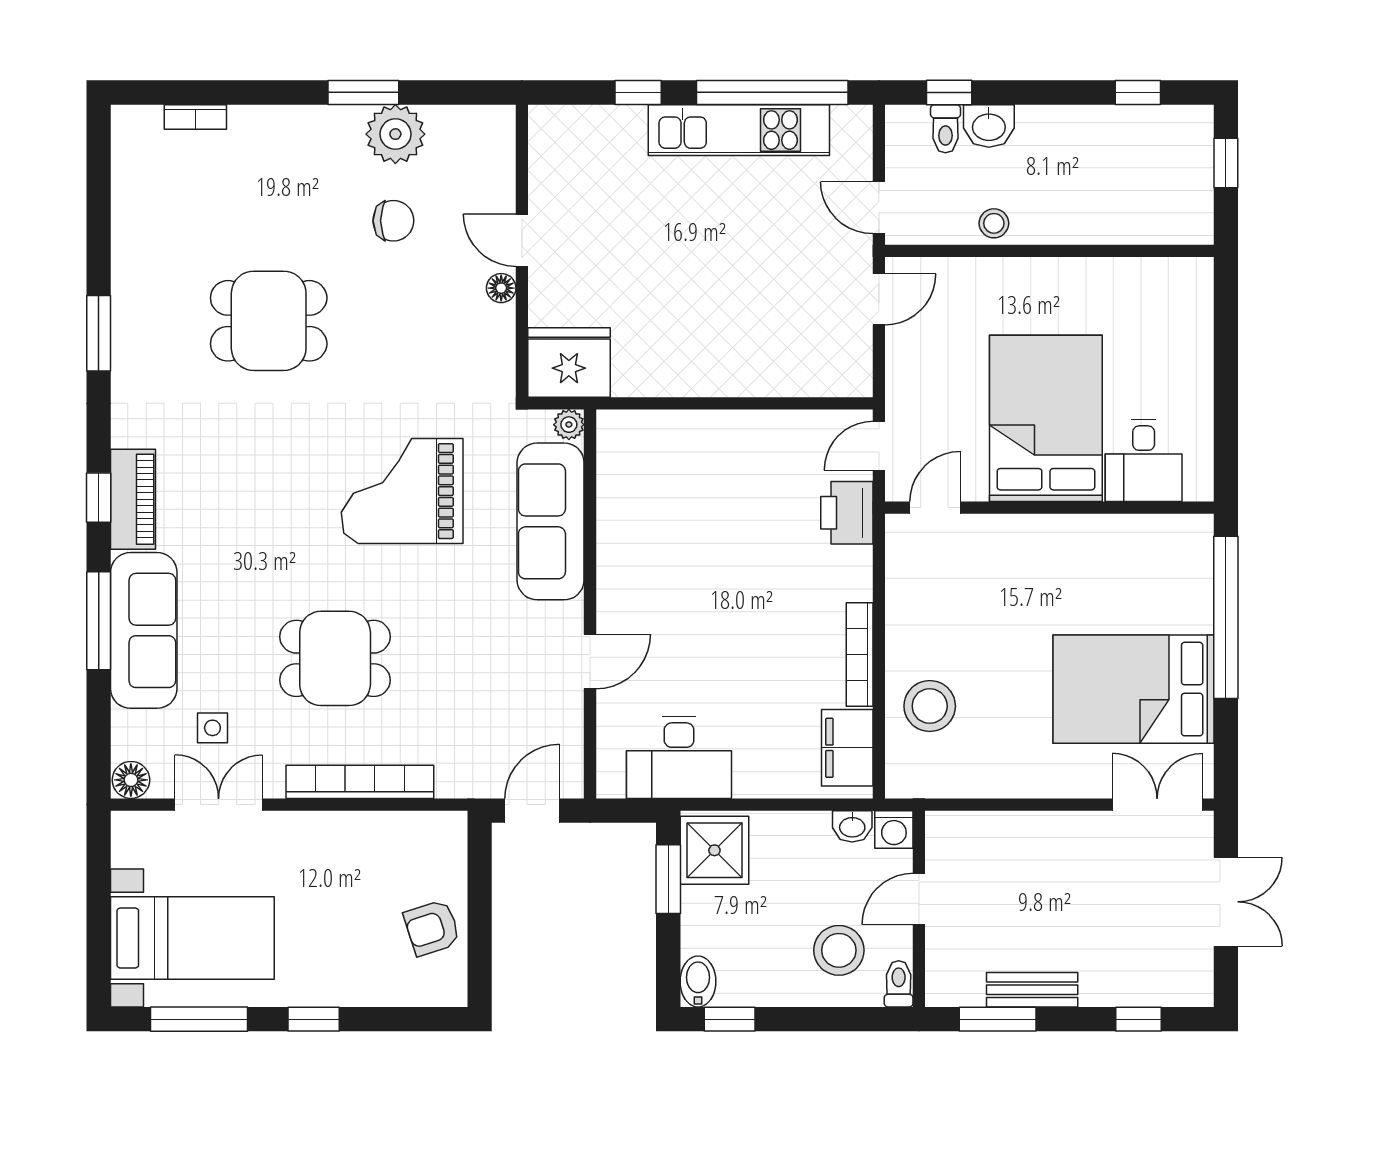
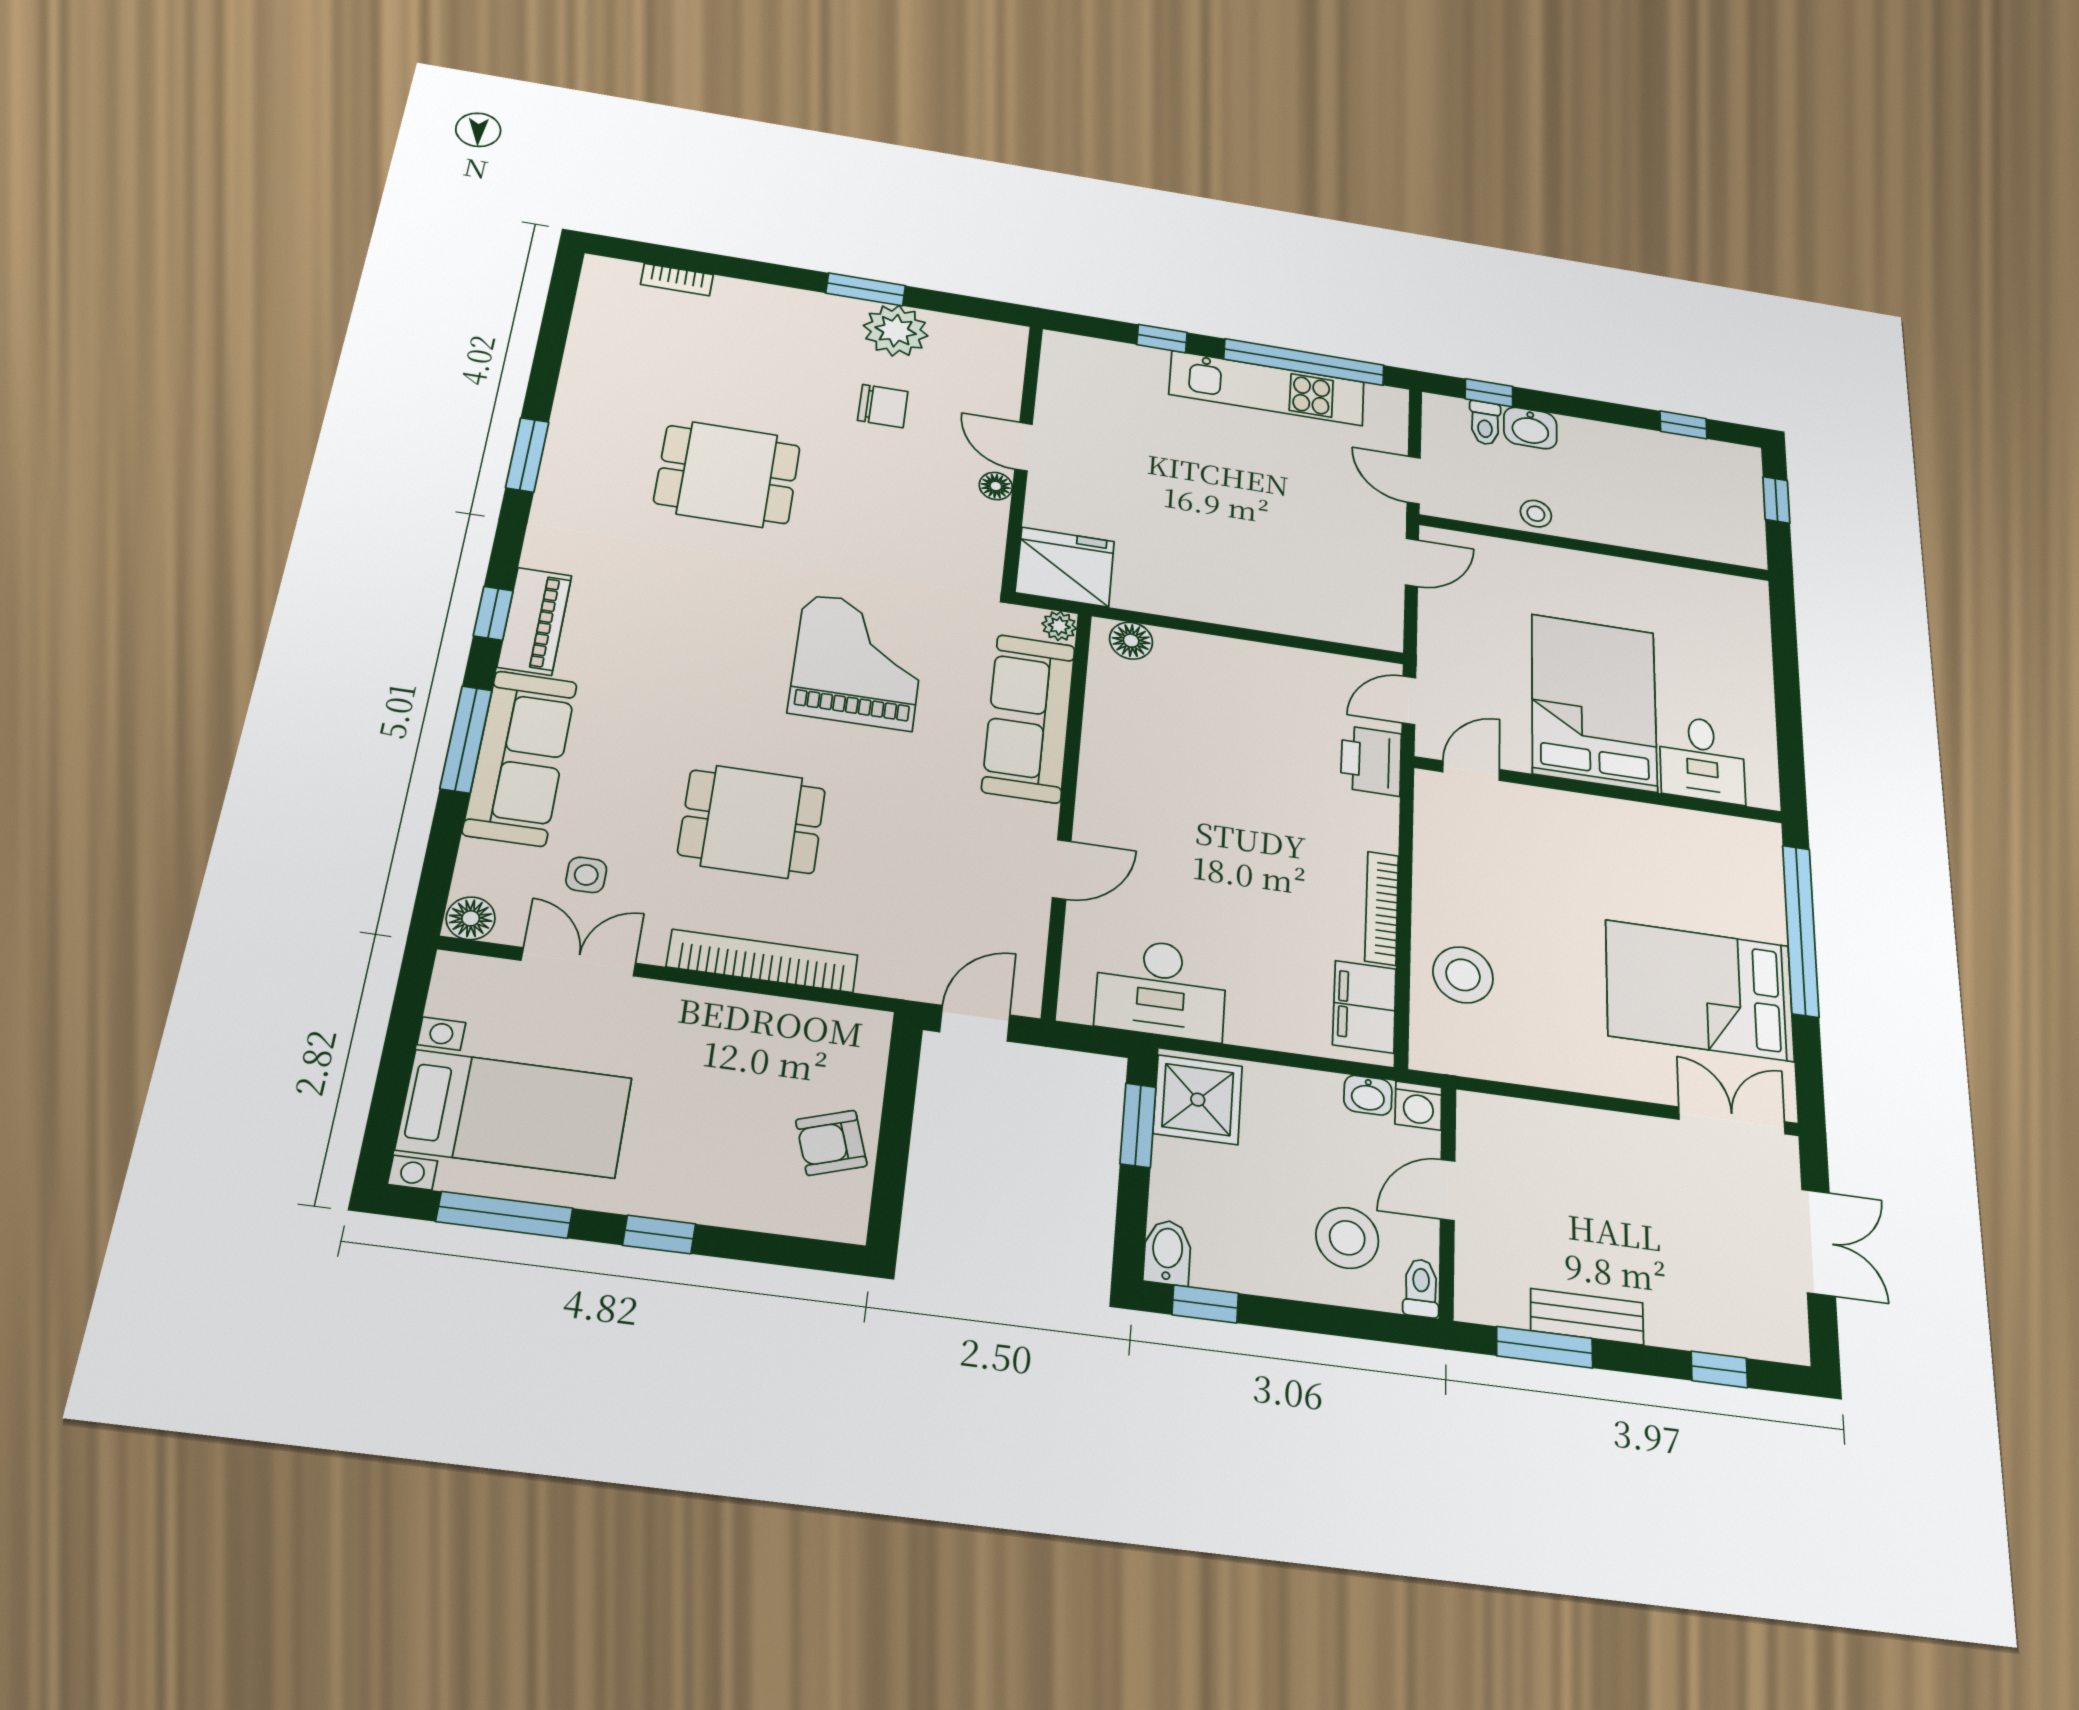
floor lamp: (632, 428) -> (1131, 641), added
grand piano: (402, 491) -> (858, 662), turned 90

